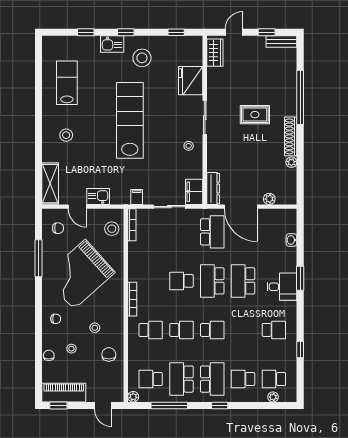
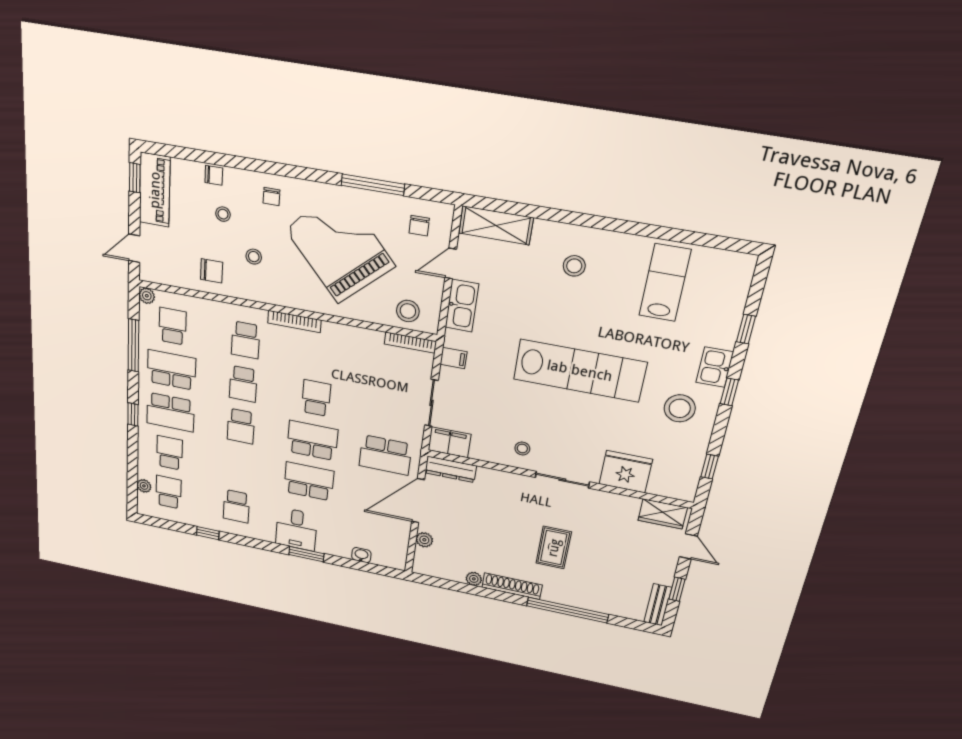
lab bench: (67, 83) -> (665, 283), turned -90
kitchen sink: (98, 196) -> (462, 306), width x1.38

